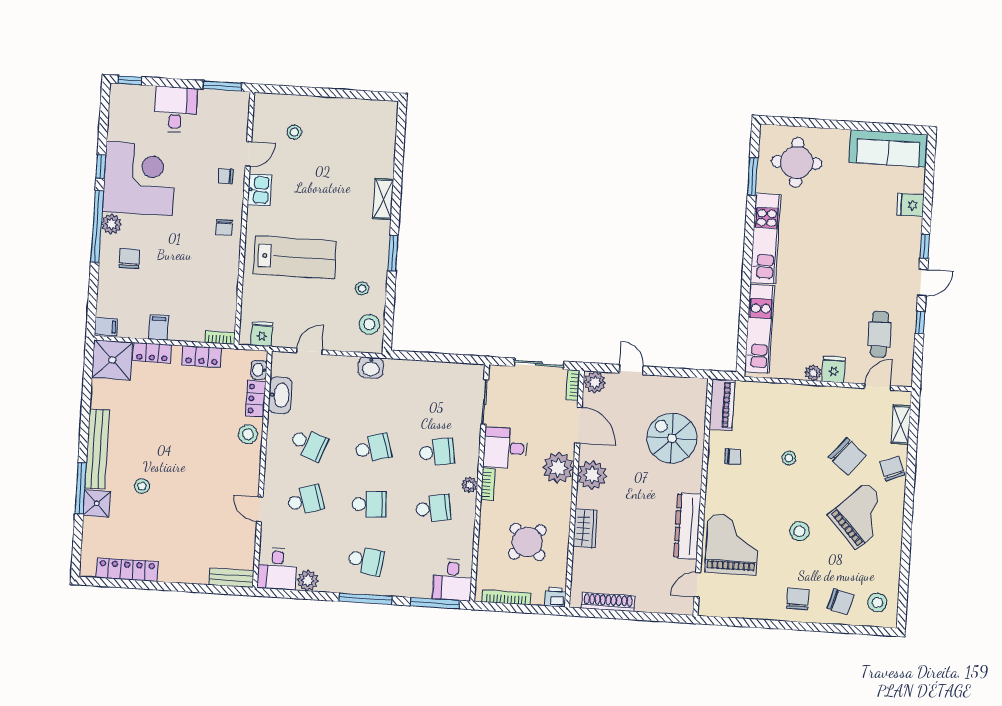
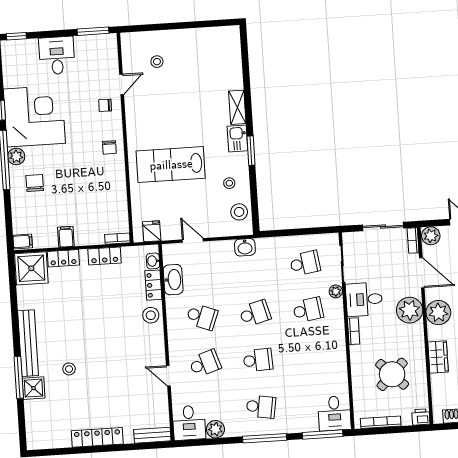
kitchen sink: (260, 190) -> (237, 139), moved, turned 180
lab bench: (295, 257) -> (171, 165), turned 180
door: (310, 351) -> (193, 240), hinge flipped
plant: (470, 485) -> (336, 291), moved
school desk: (433, 508) -> (305, 263), moved
locker: (127, 570) -> (97, 437), moved

